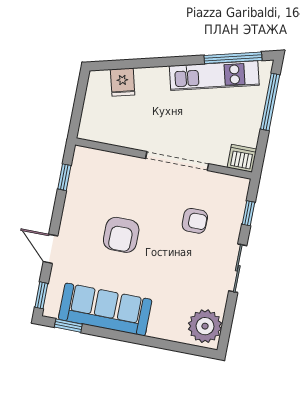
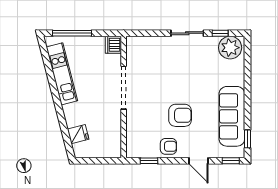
window: (233, 58) -> (48, 64), removed
window: (248, 213) -> (220, 33), moved
armchair: (195, 221) -> (168, 146), moved, turned 90
door: (50, 249) -> (199, 161), hinge flipped

